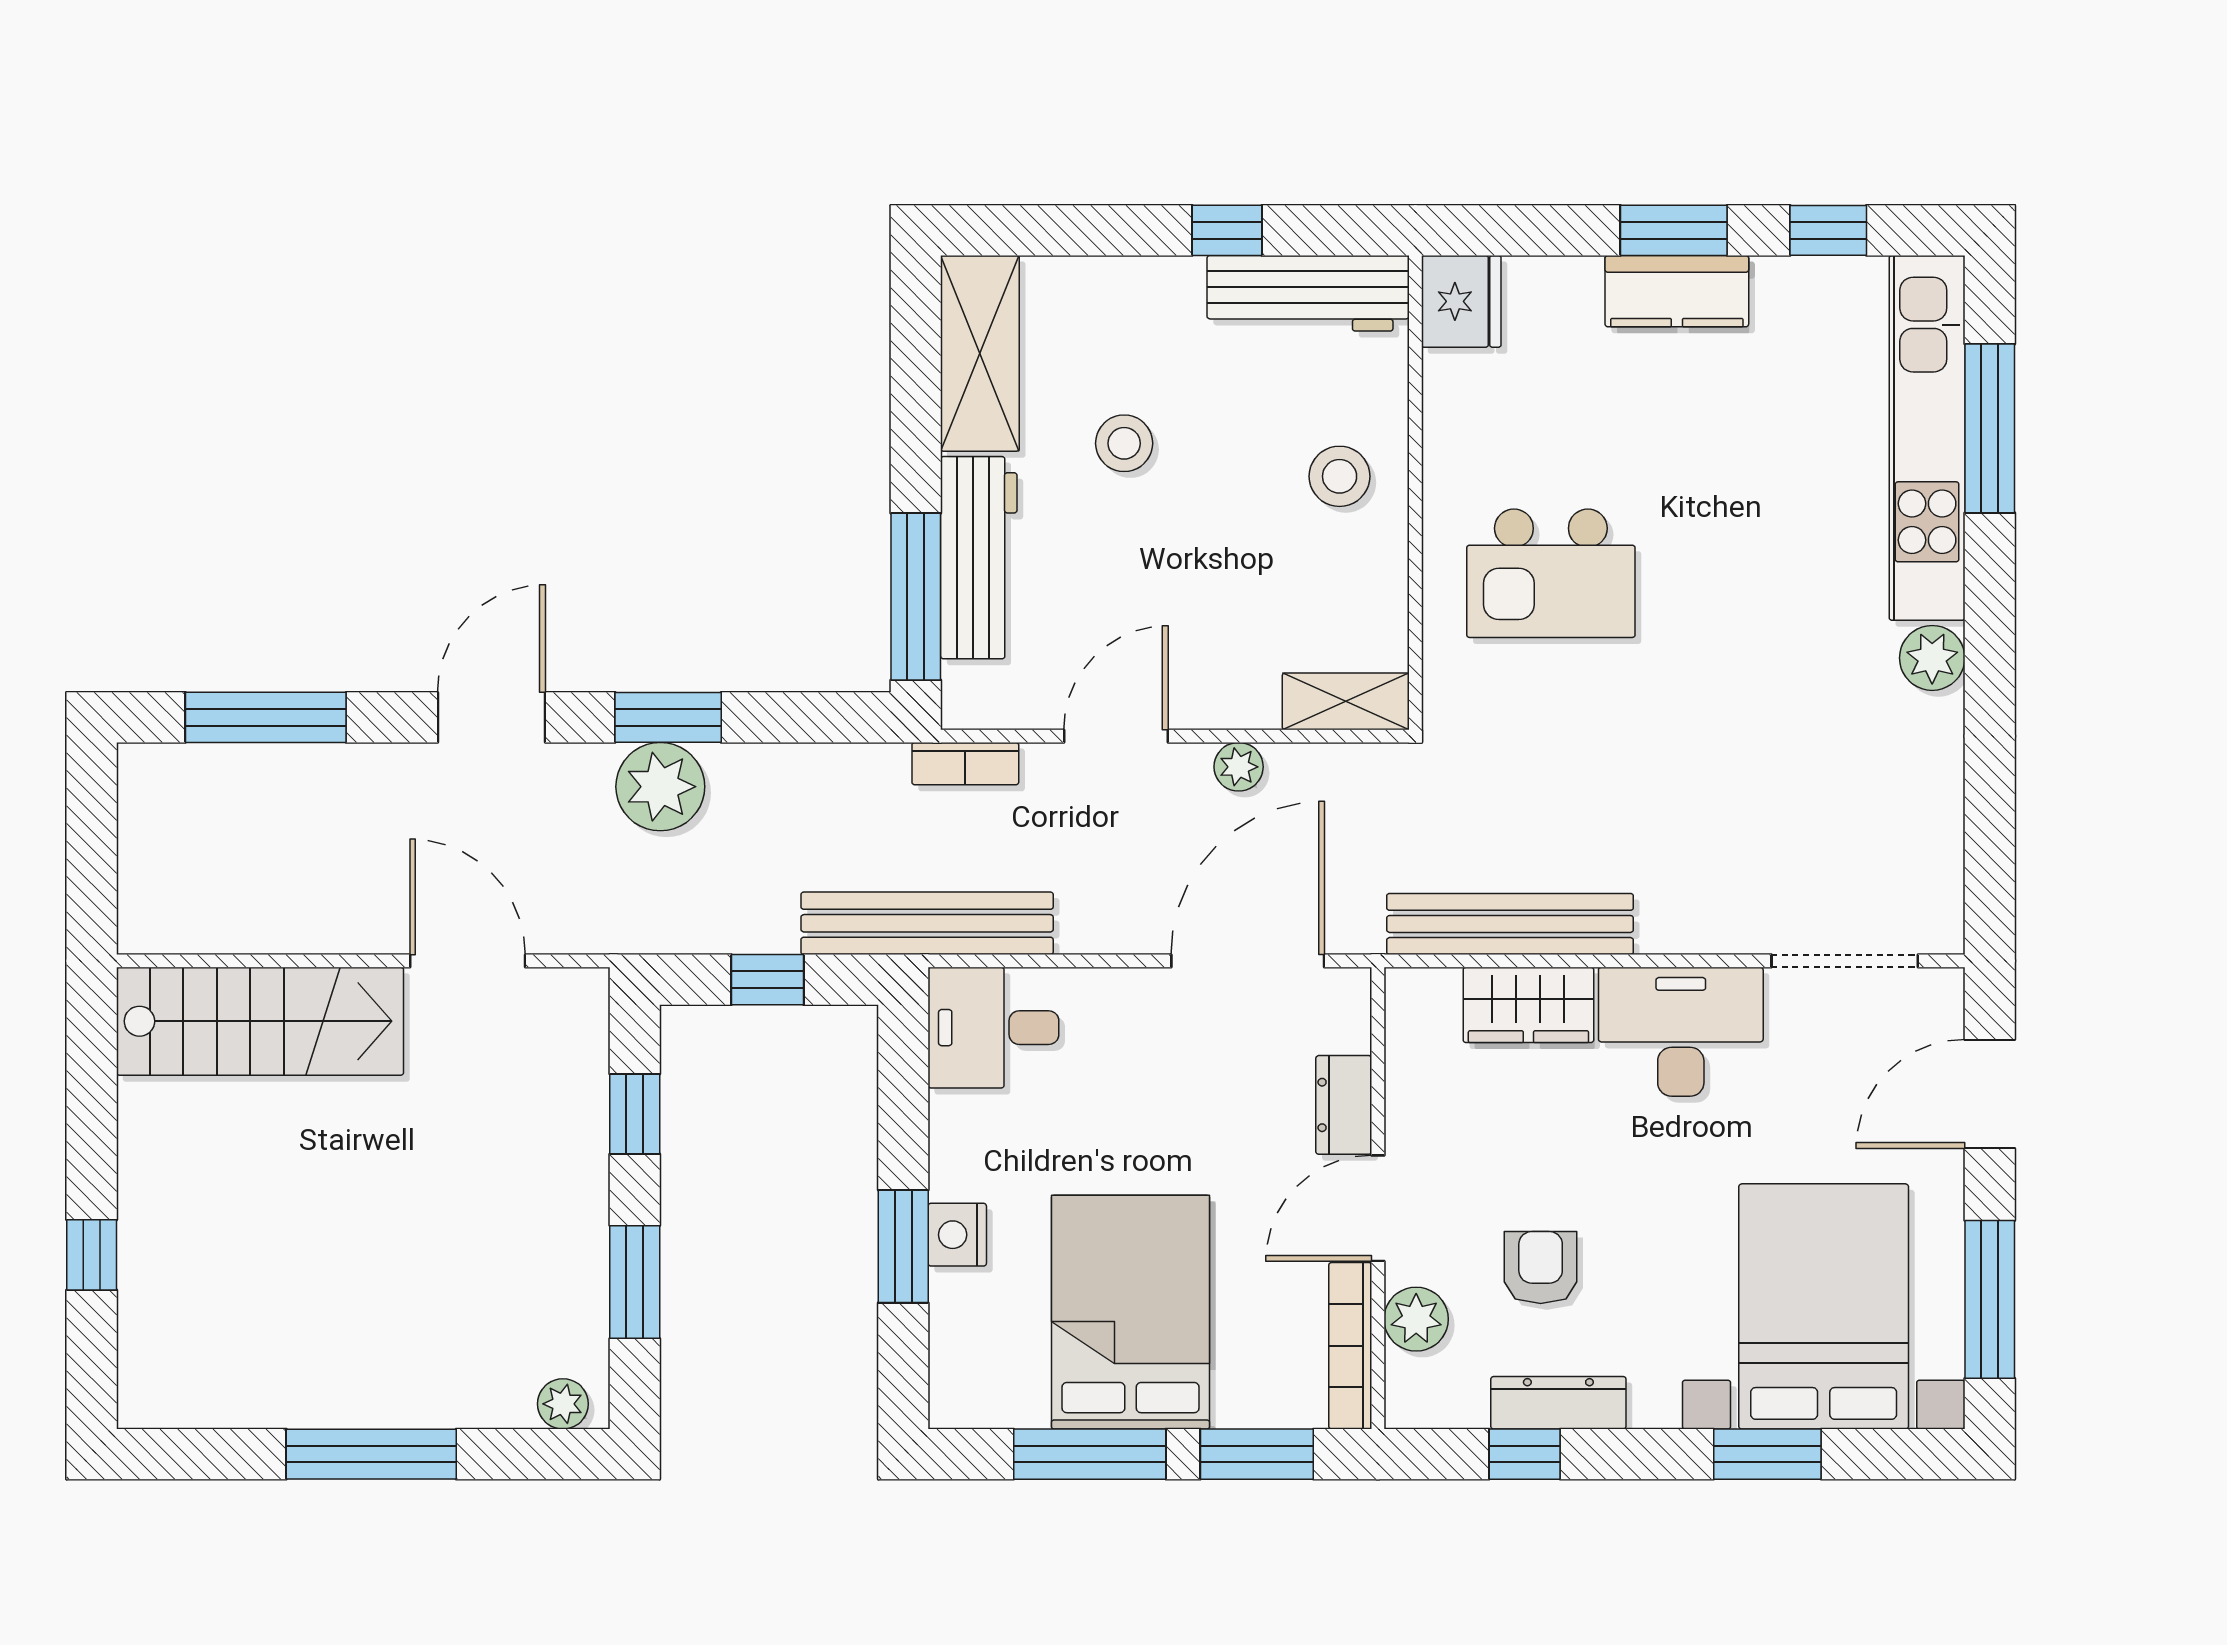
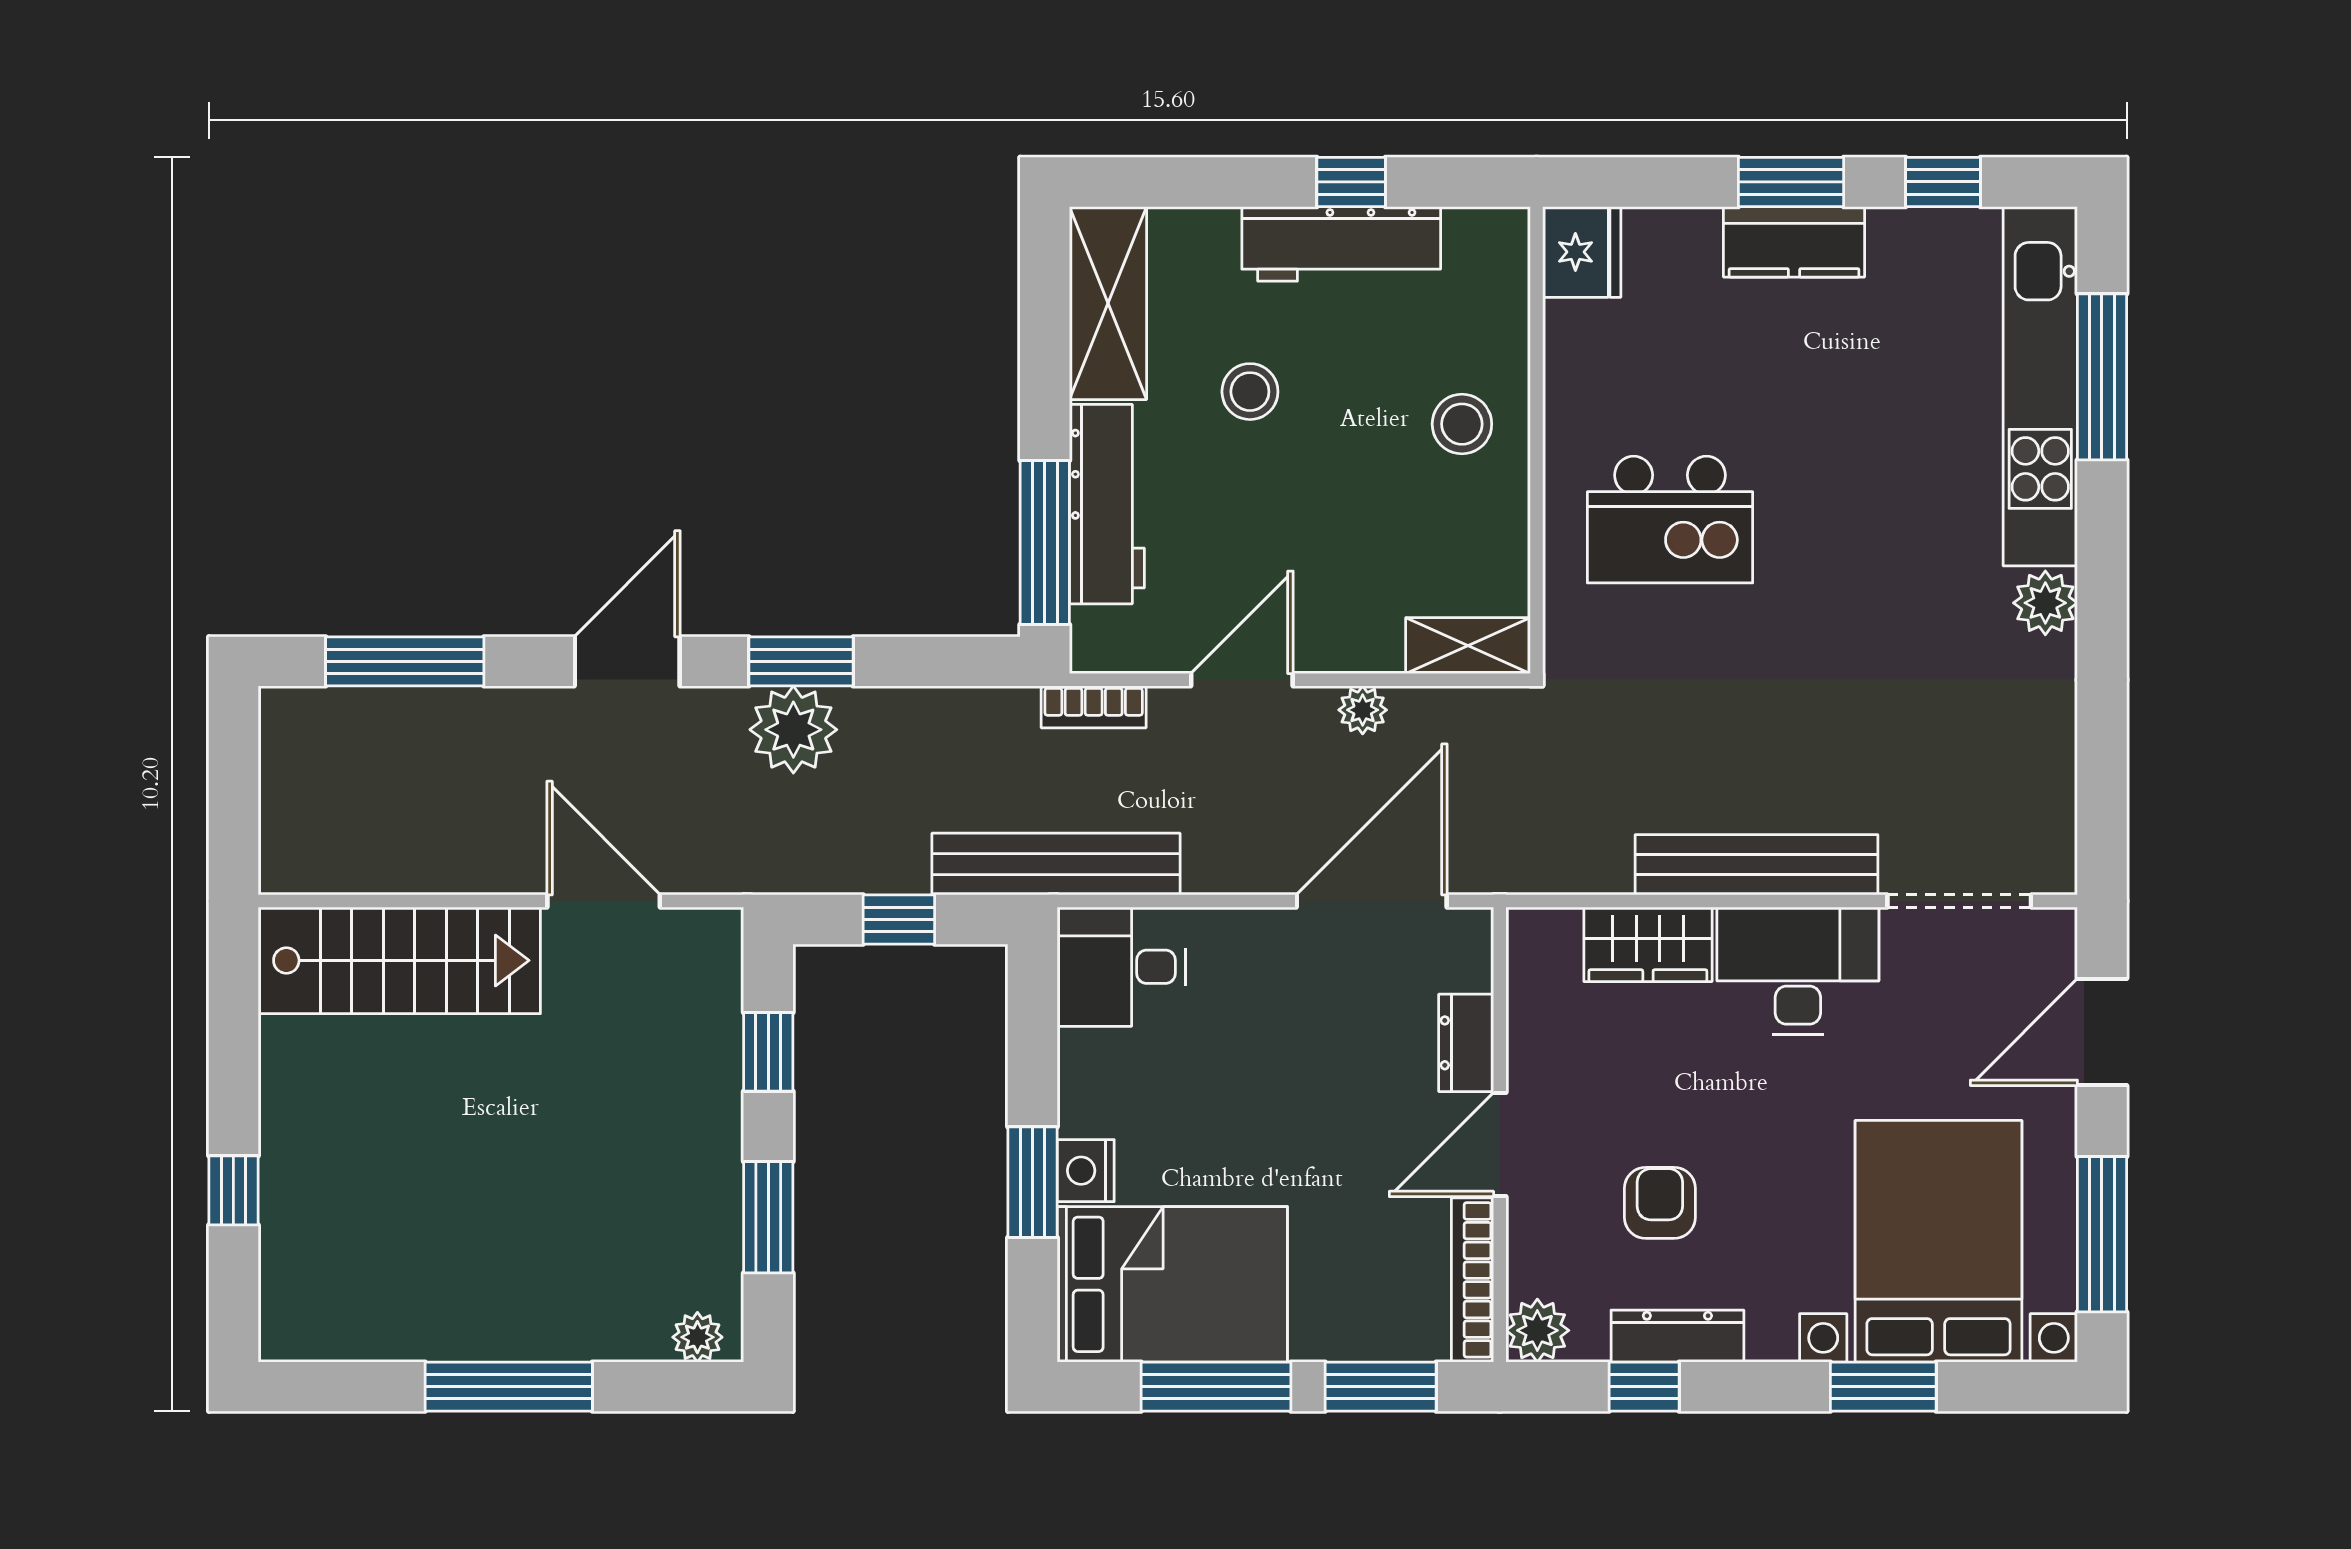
workbench: (1308, 293) -> (1341, 244), moved
bench: (1510, 924) -> (1757, 865), moved
bed: (1131, 1312) -> (1172, 1284), moved, turned 90
plant: (1416, 1319) -> (1537, 1330), moved

